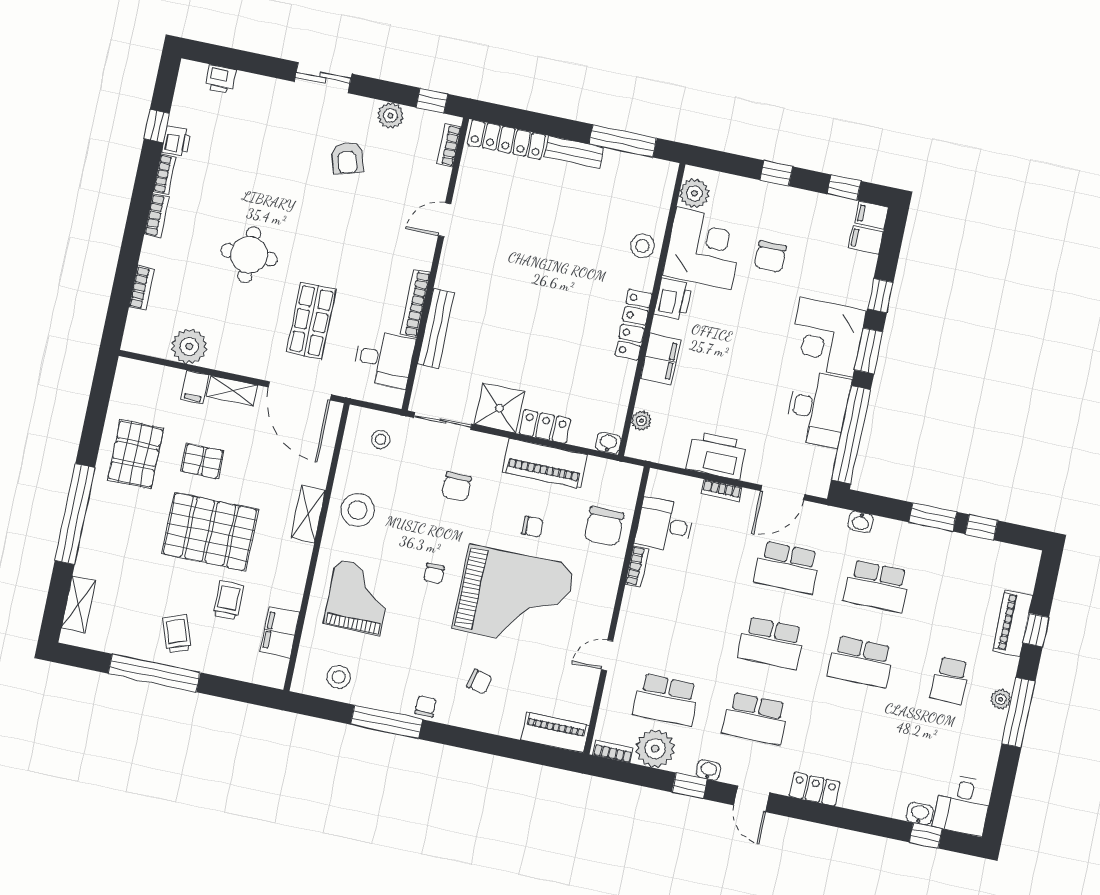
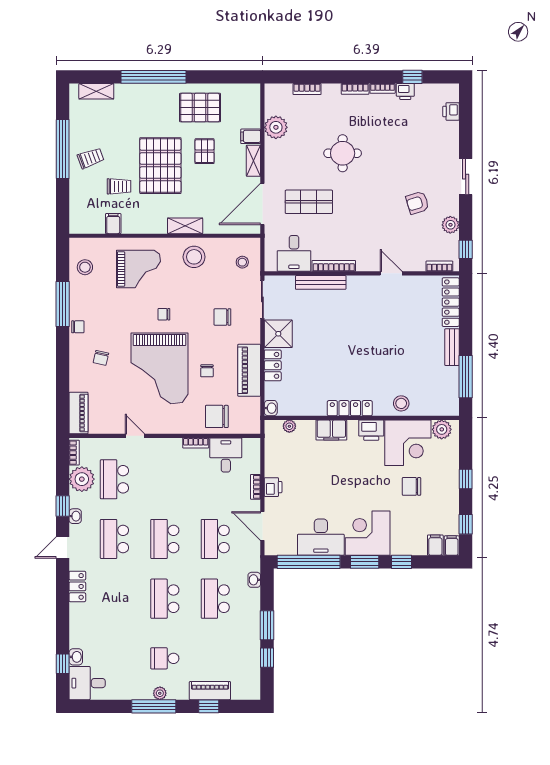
printer: (716, 455) -> (273, 487), width x0.53, depth x0.68
filing cabinet: (280, 632) -> (113, 224), width x0.50

